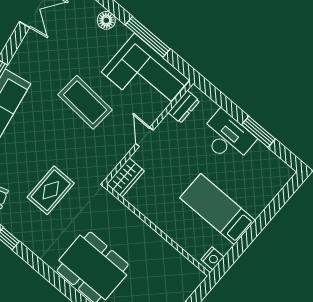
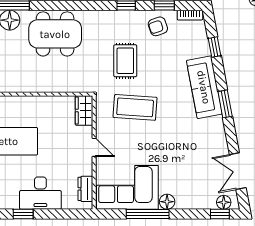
floor lamp: (106, 20) -> (167, 202), moved
coffee table: (85, 102) -> (135, 107), moved
window: (258, 132) -> (23, 214), width x0.67

